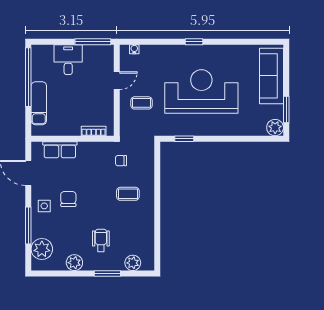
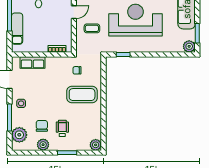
coffee table: (128, 194) -> (82, 95), width x1.86, depth x1.72
chair: (68, 199) -> (42, 126), moved
plant: (133, 263) -> (96, 145), moved

